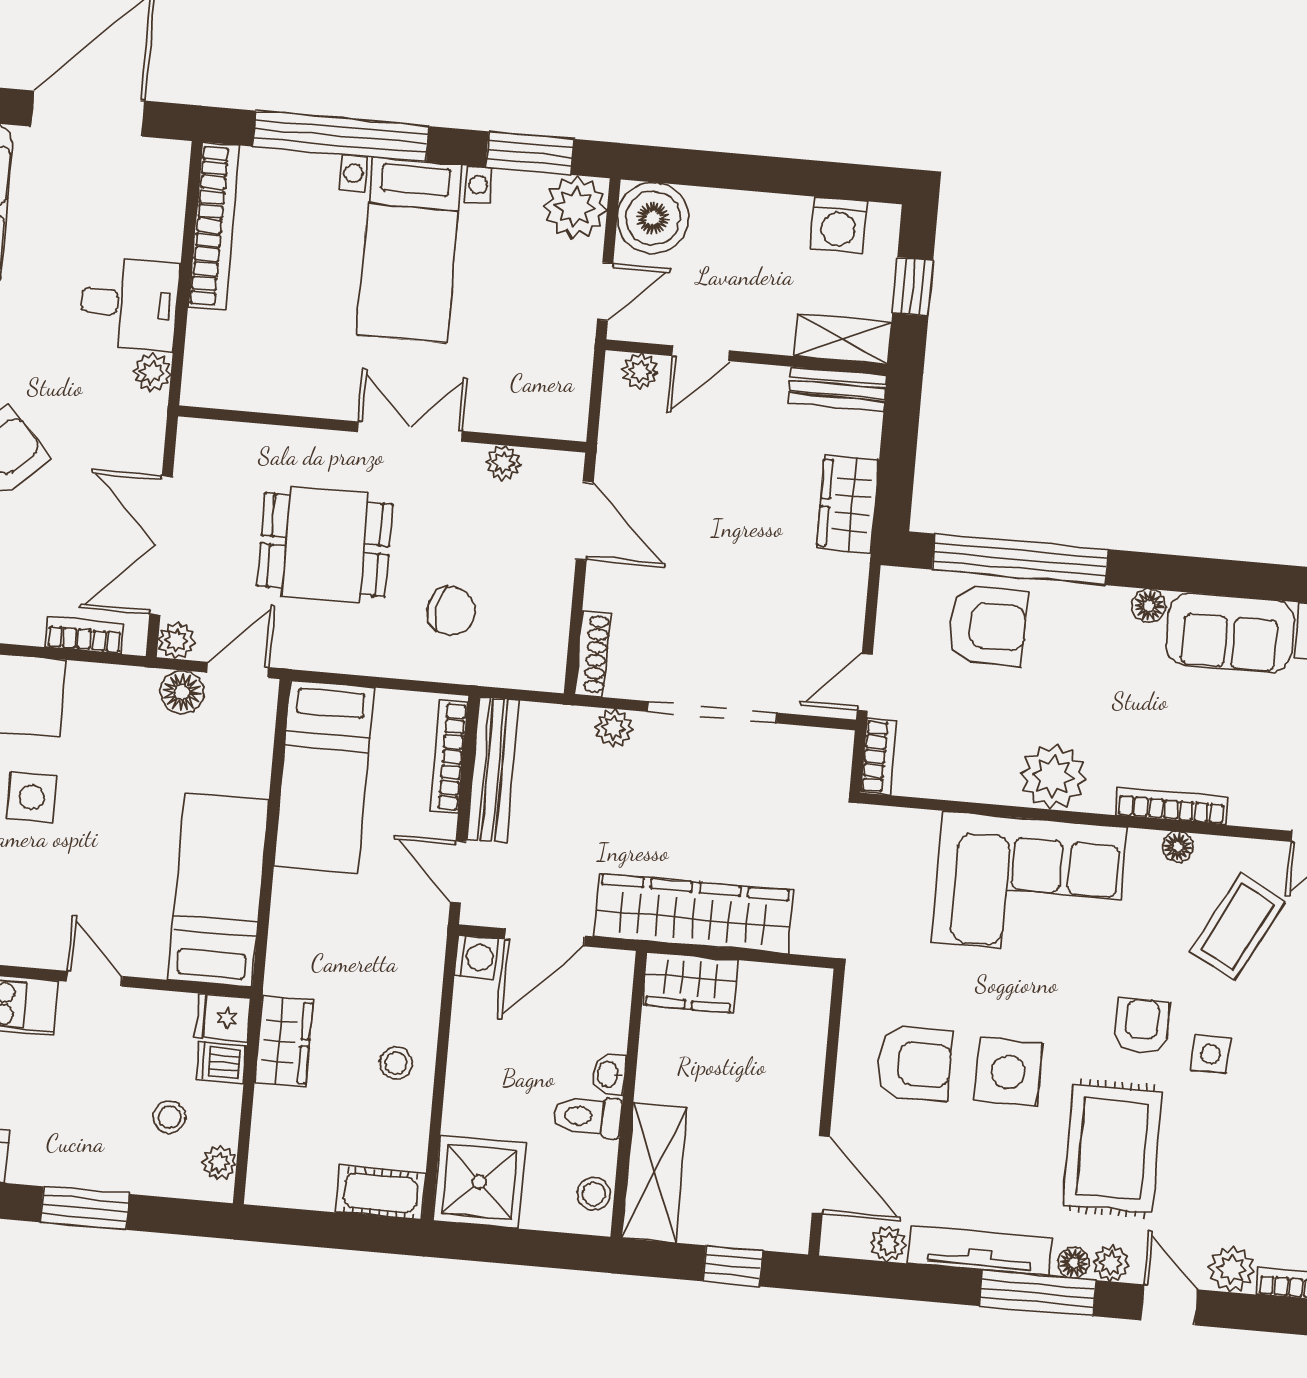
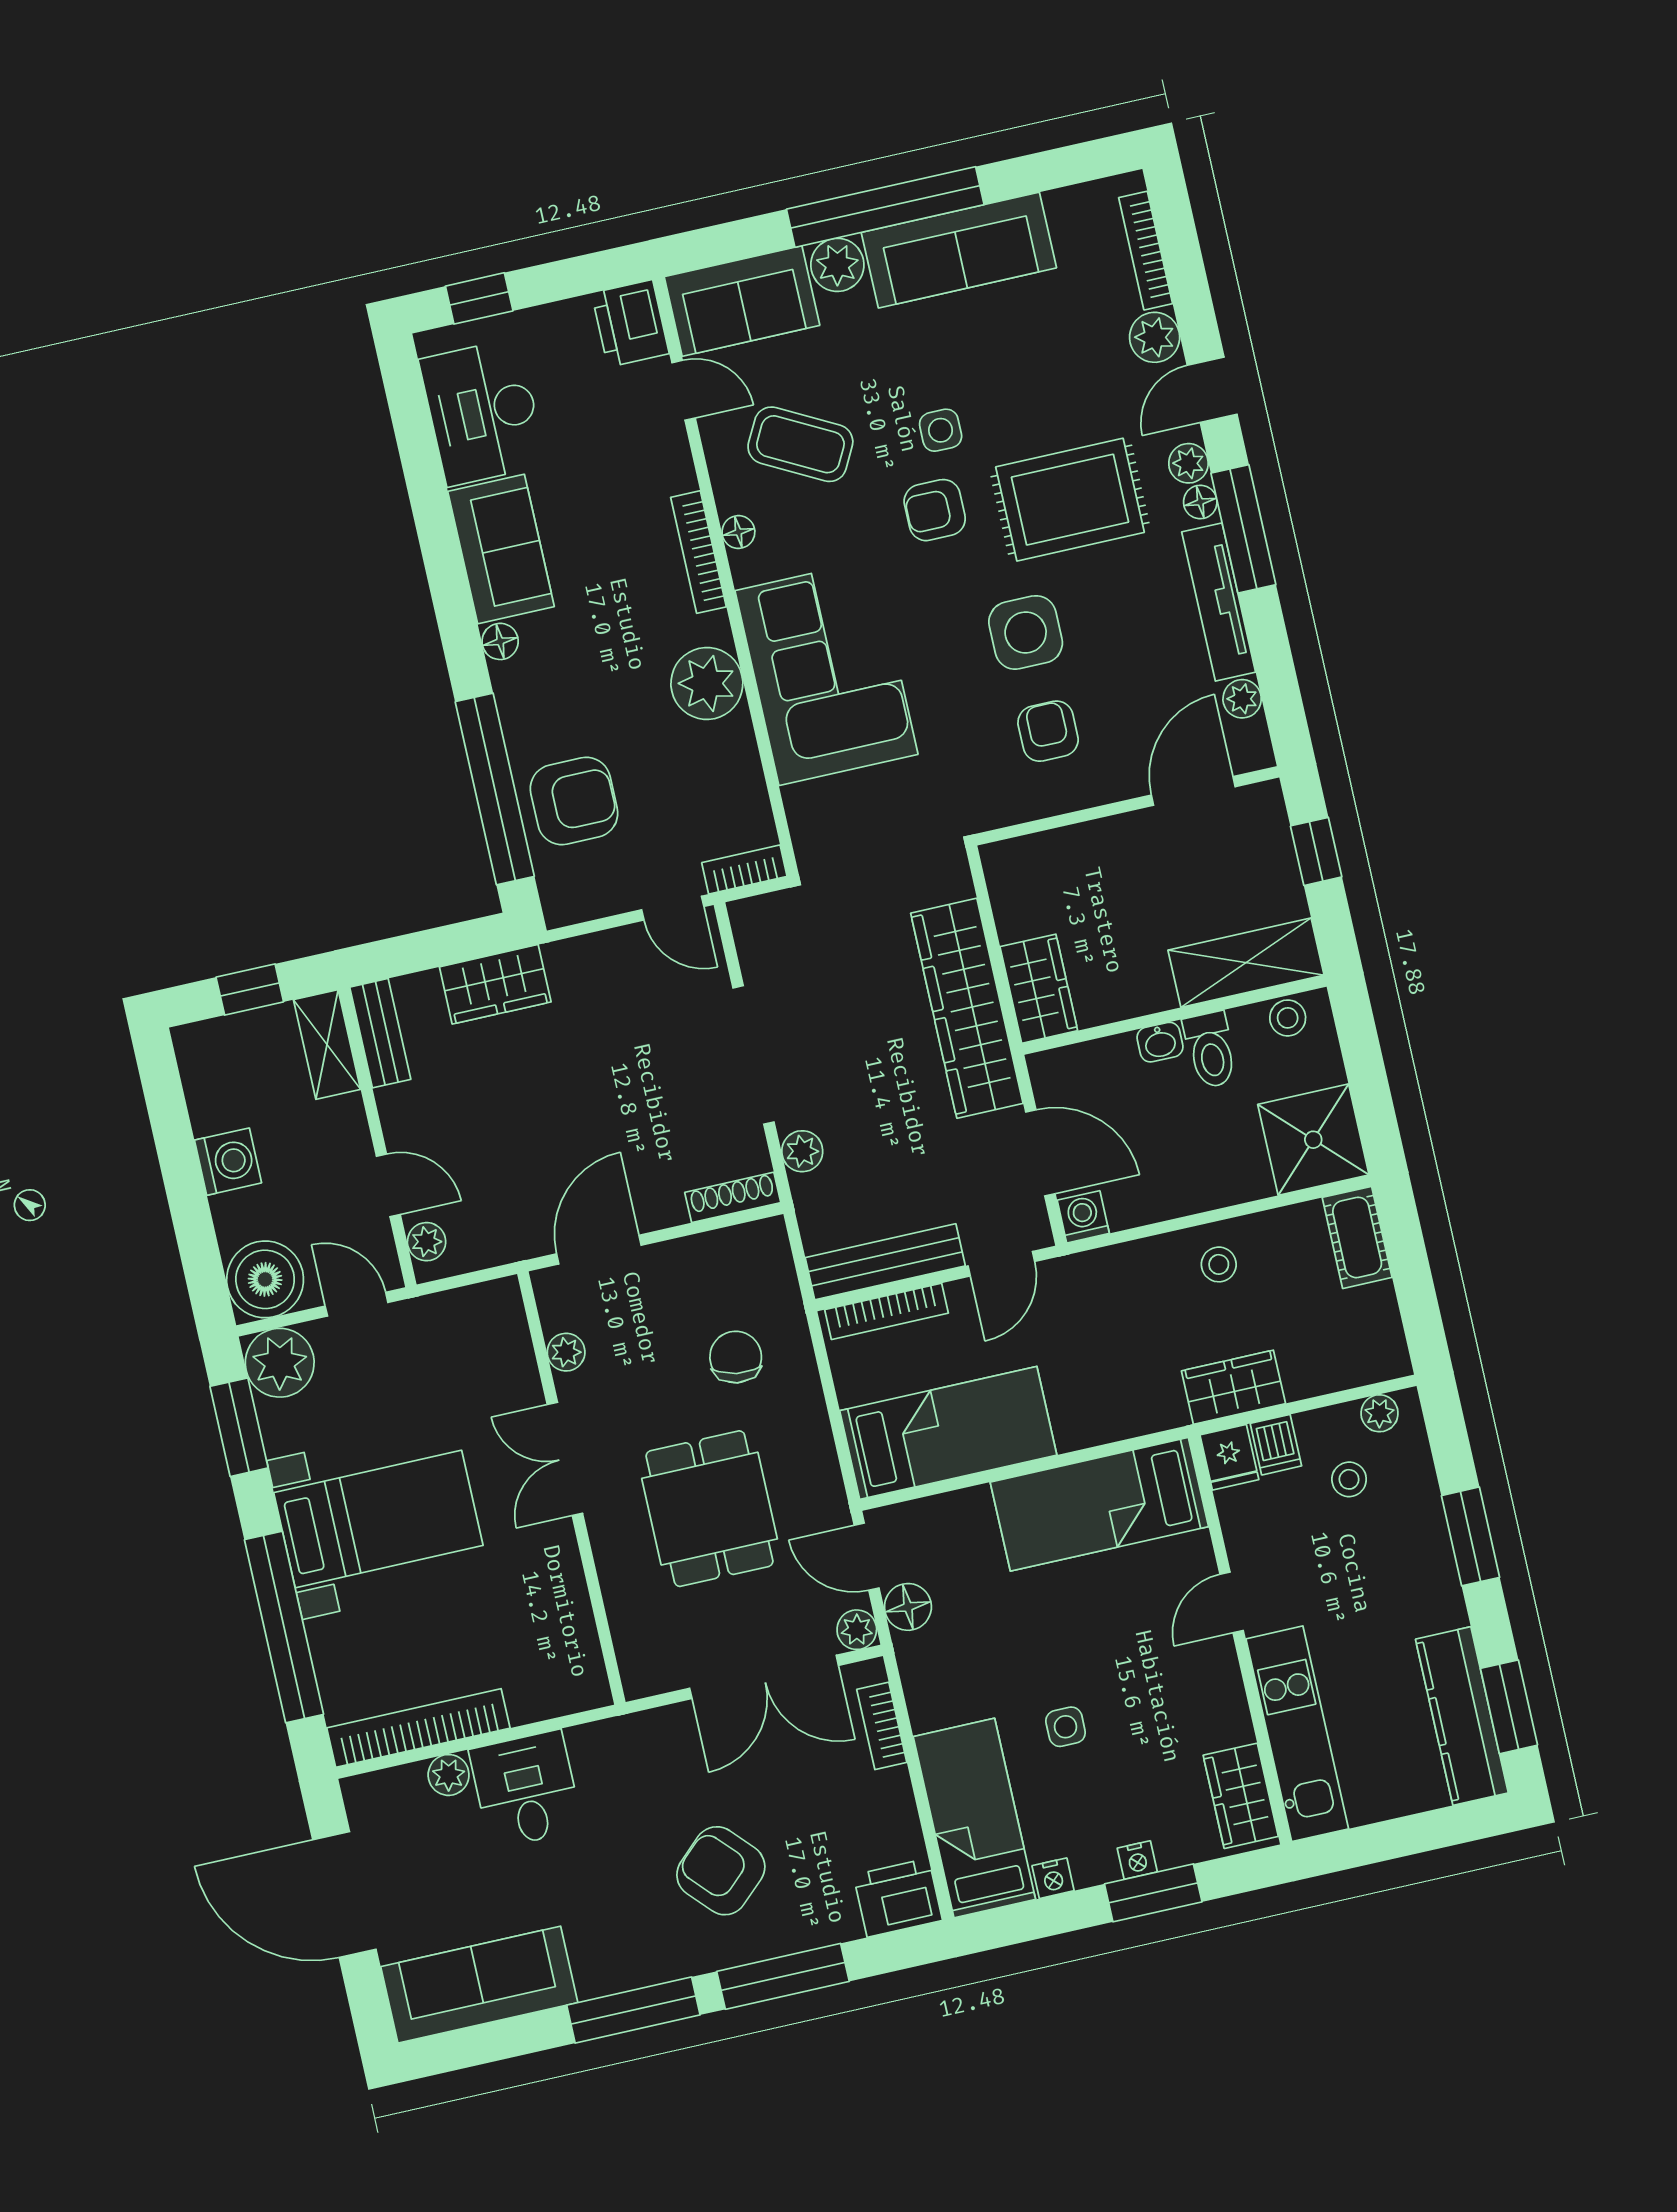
washing machine: (838, 225) -> (228, 1162), moved
plant: (152, 373) -> (449, 1775), moved
armchair: (987, 626) -> (574, 801), turned 90
side table: (32, 797) -> (1066, 1727), width x0.73, depth x0.73
armchair: (915, 1064) -> (1048, 731), width x0.72, depth x0.72

